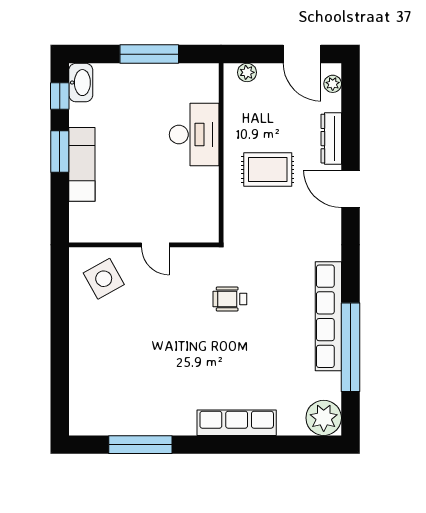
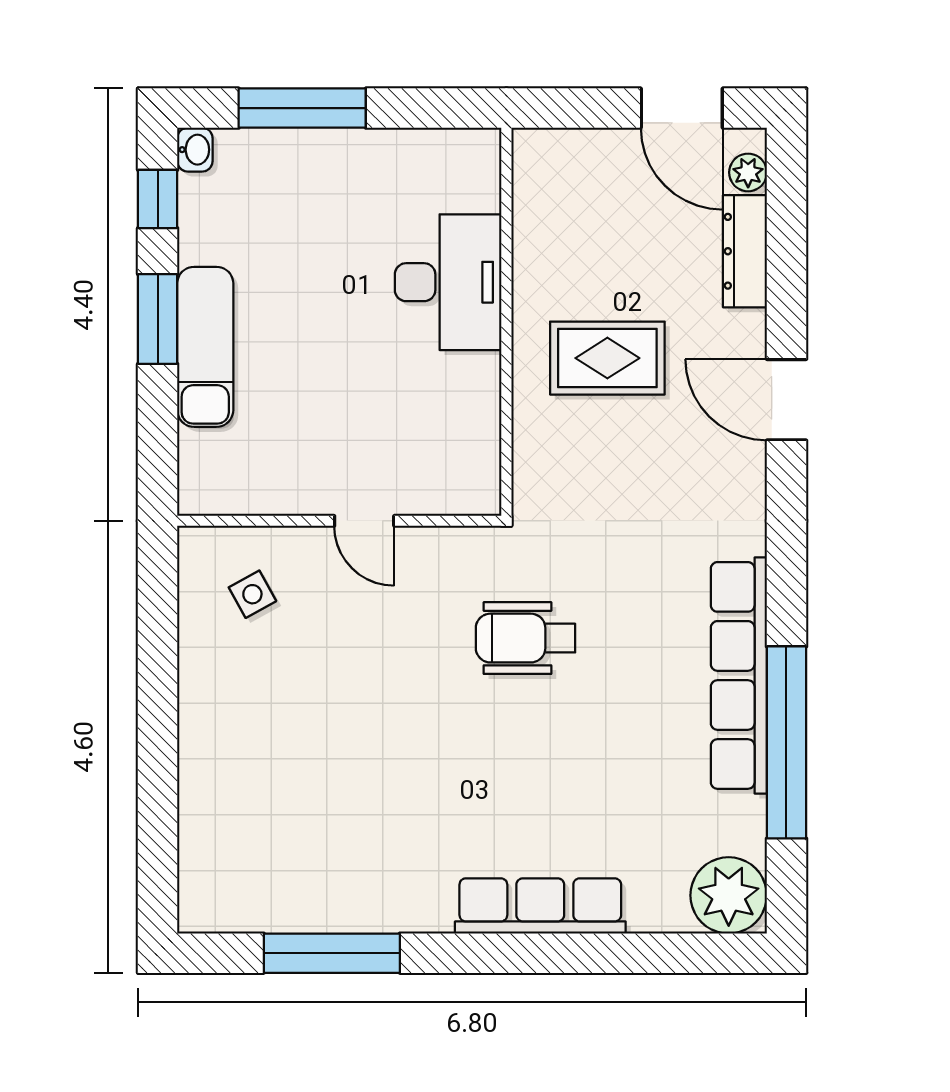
window: (149, 54) -> (302, 108), moved
plant: (247, 72) -> (563, 148), removed
washbasin: (81, 83) -> (195, 150), width x0.52, depth x0.69
dresser: (331, 139) -> (745, 251), moved
side table: (104, 279) -> (252, 594), width x0.54, depth x0.54
wheelchair: (230, 299) -> (525, 638), width x1.36, depth x1.37

